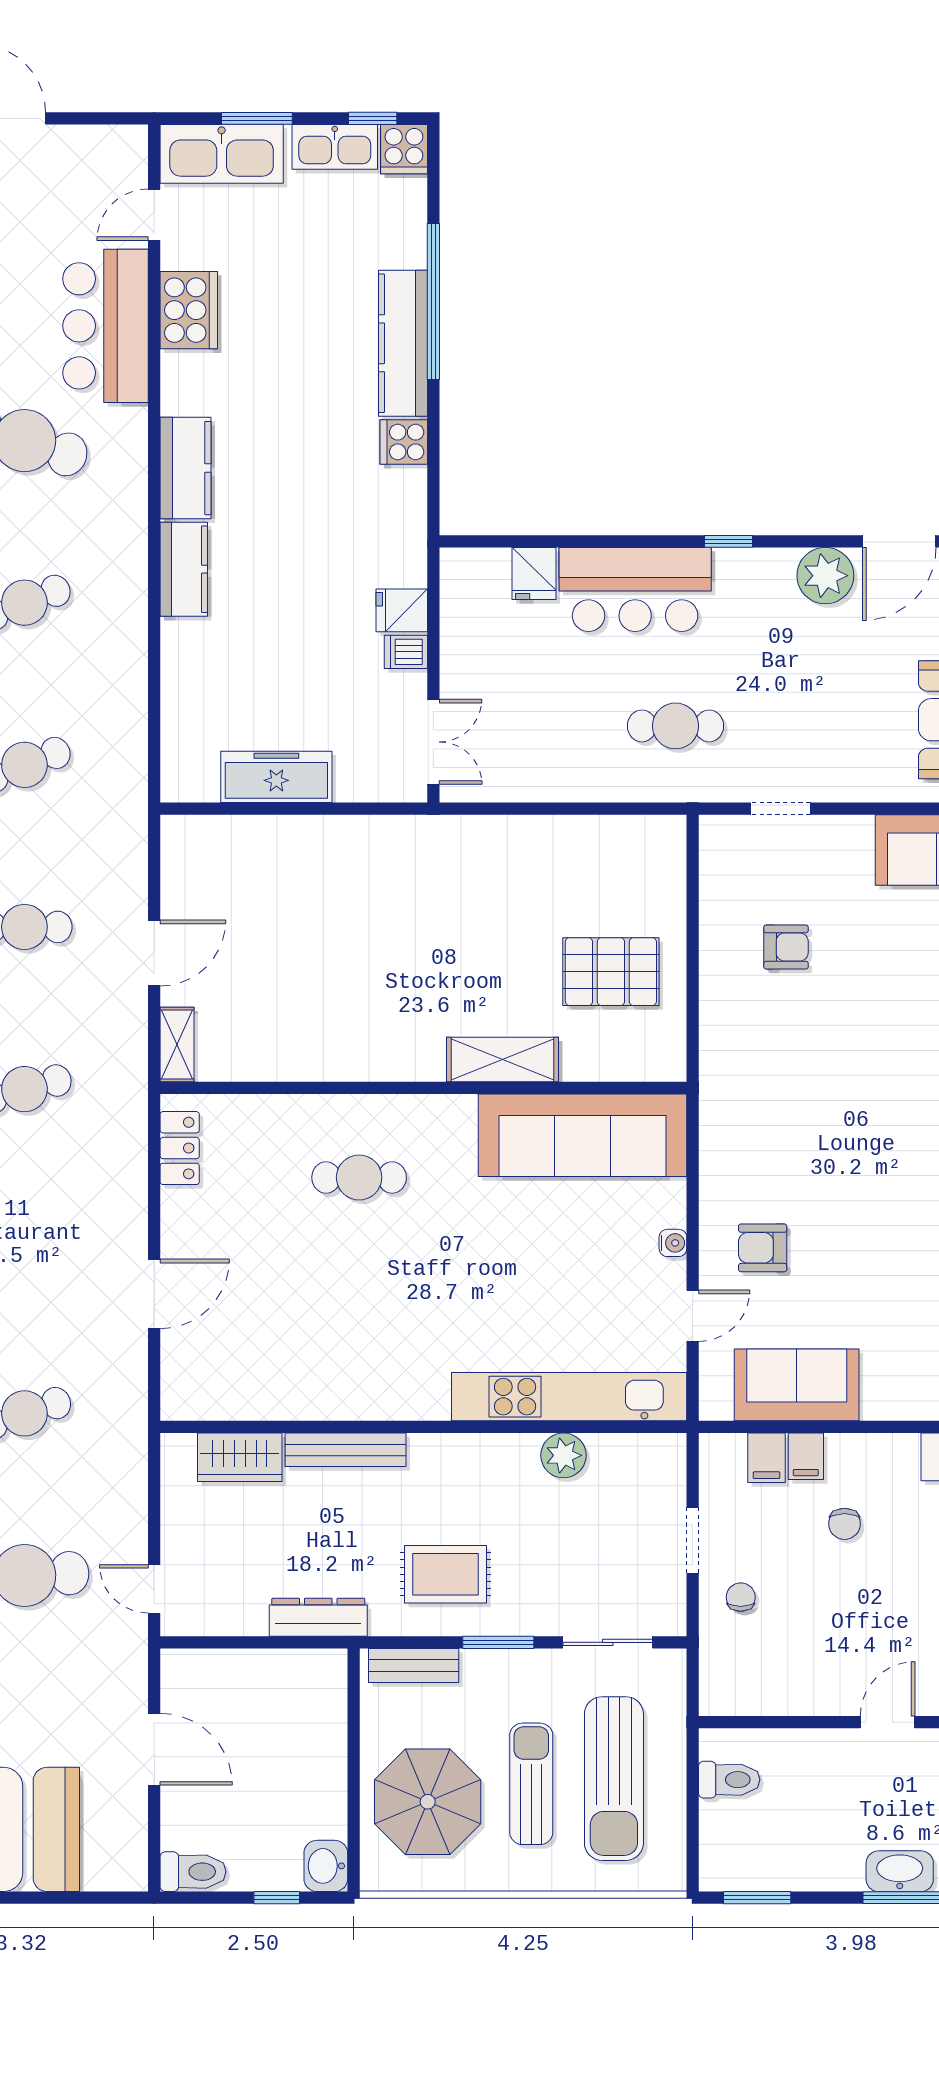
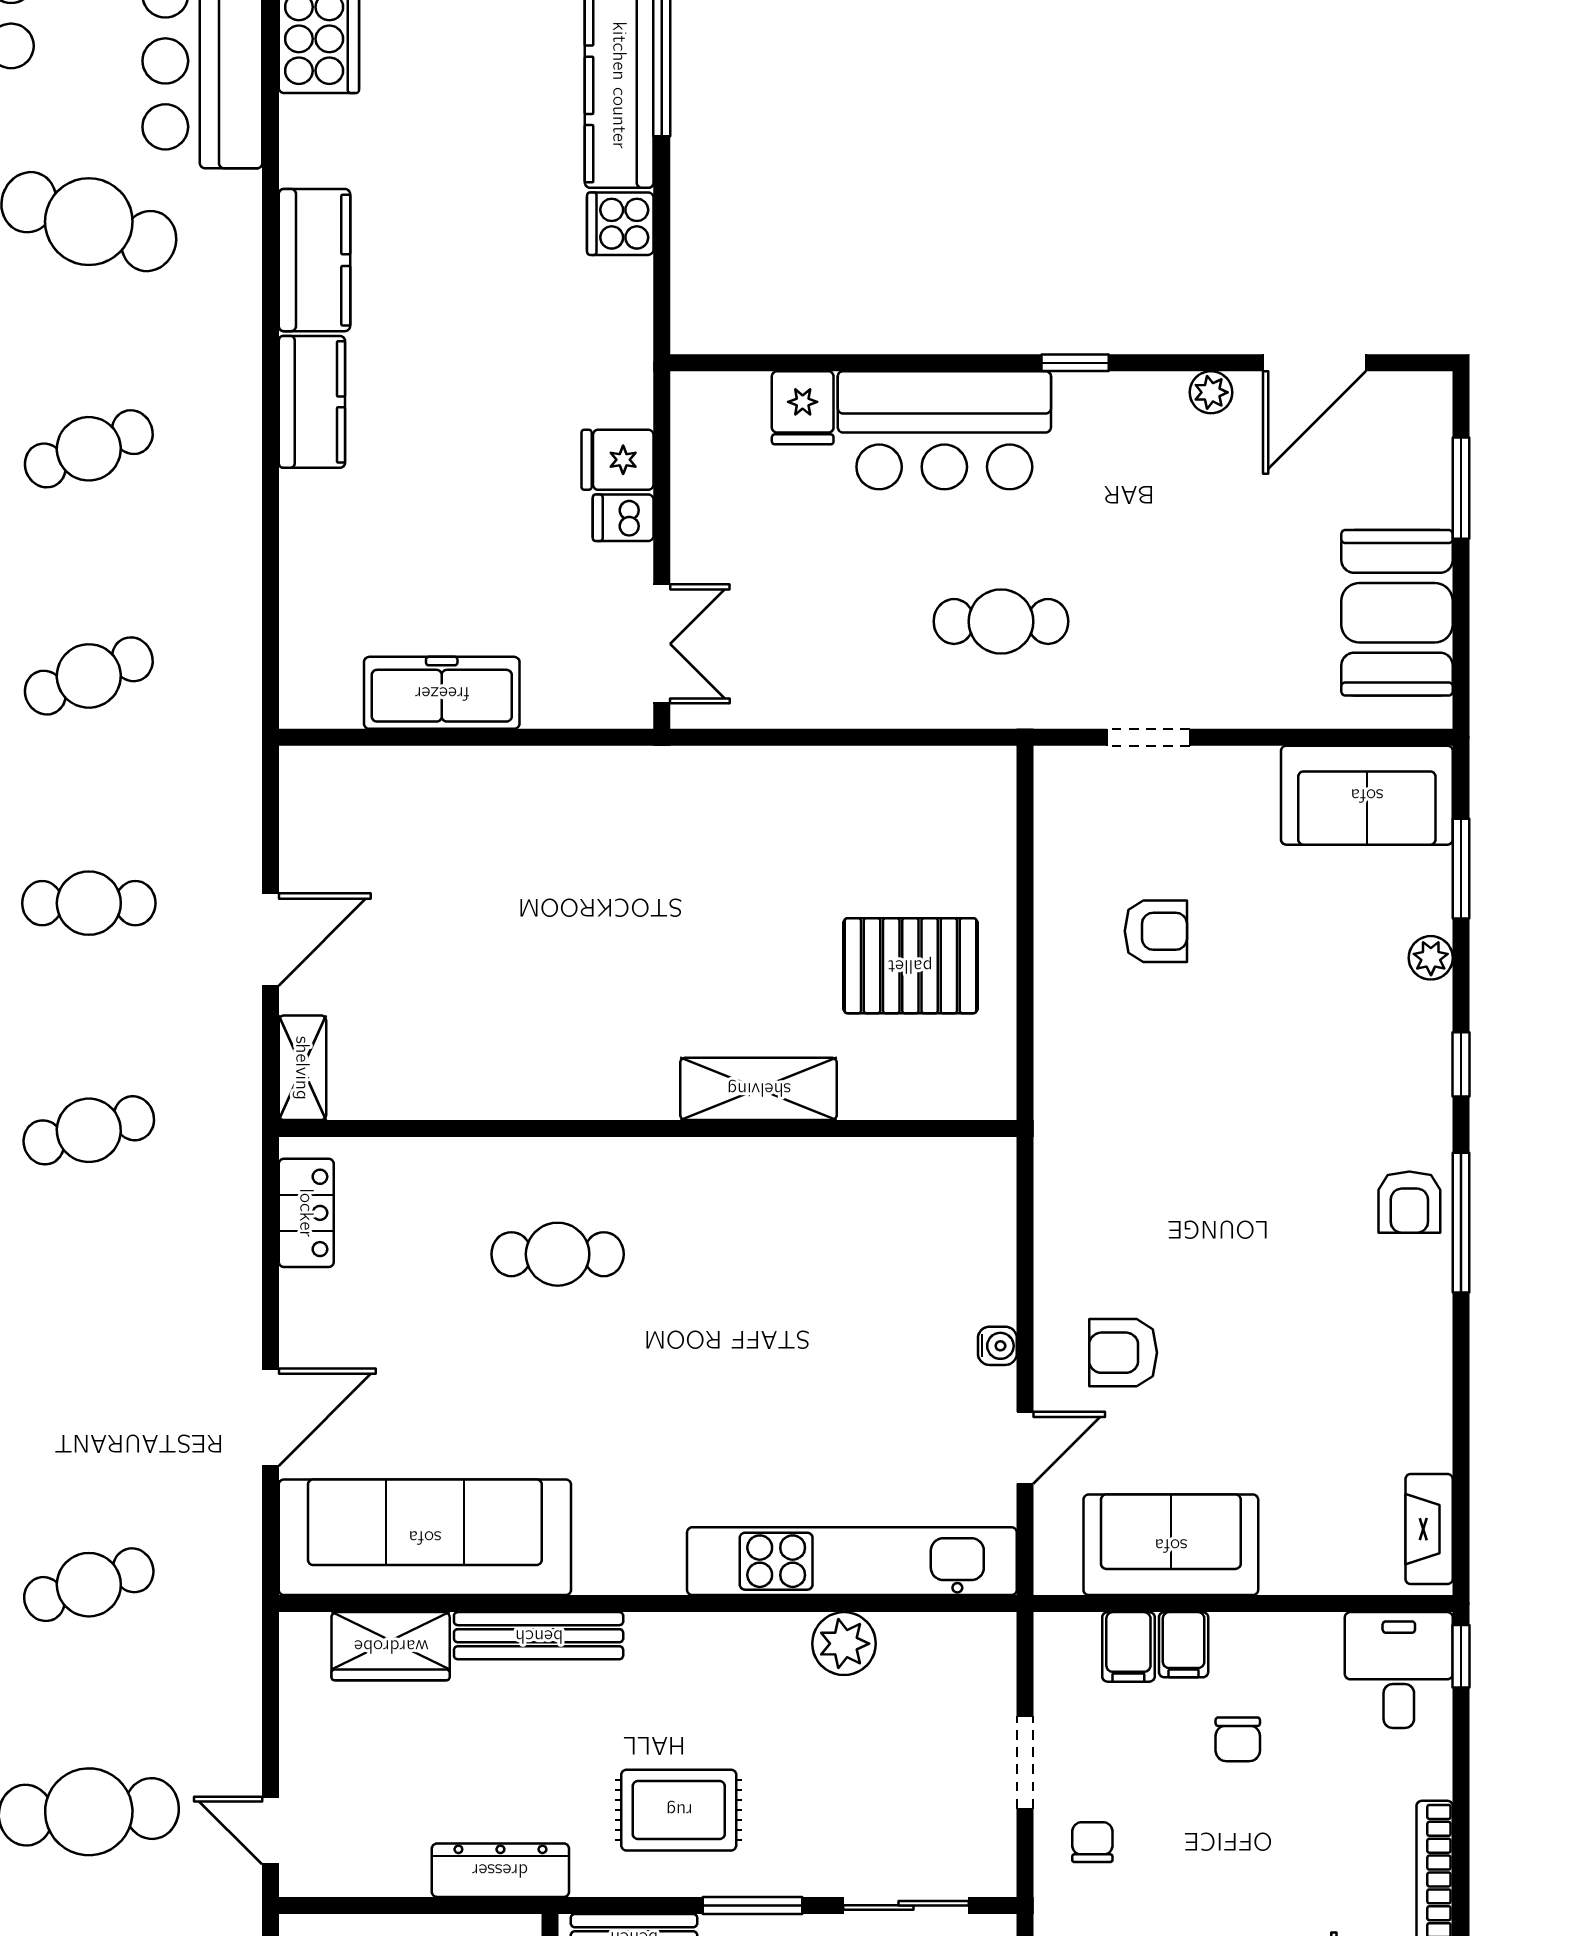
plant: (825, 576) -> (1211, 392), width x0.53, depth x0.53
sofa: (582, 1135) -> (425, 1537), moved, turned 180

